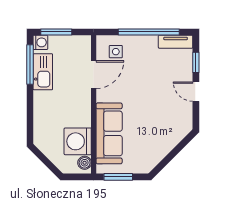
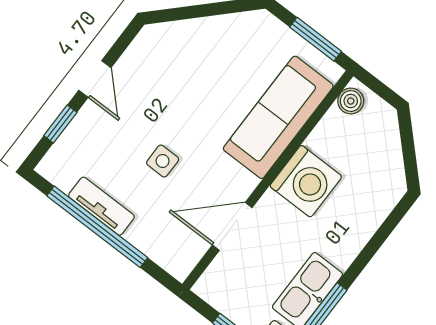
tv unit: (176, 42) -> (101, 206), moved
side table: (116, 52) -> (163, 161), moved
washing machine: (78, 141) -> (306, 181), moved

